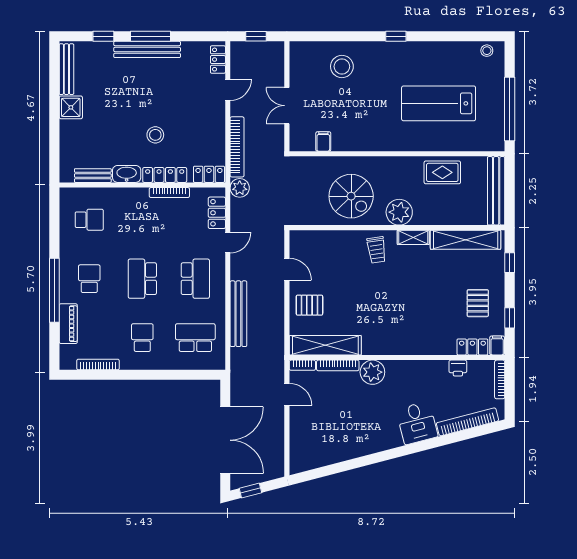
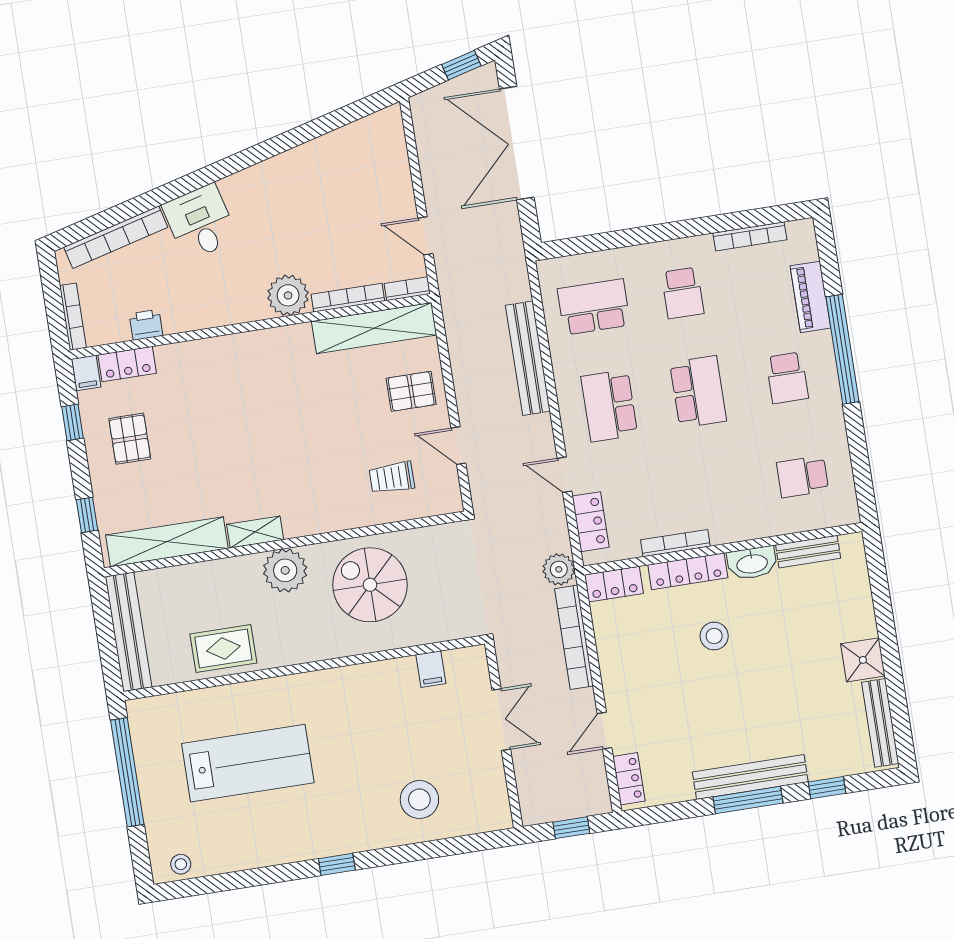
door: (228, 243) -> (564, 475), hinge flipped
trolley: (377, 250) -> (392, 478), moved, turned -82
school desk: (195, 338) -> (594, 307), turned 180

